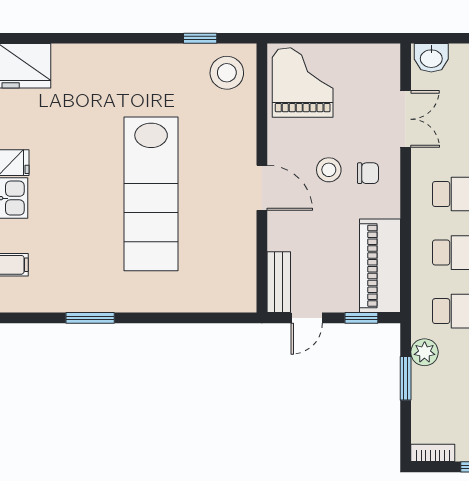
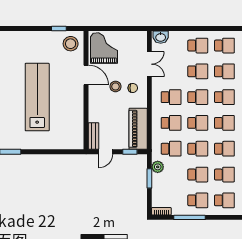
door: (262, 188) -> (86, 75), moved
lab bench: (151, 194) -> (37, 97), turned 180

